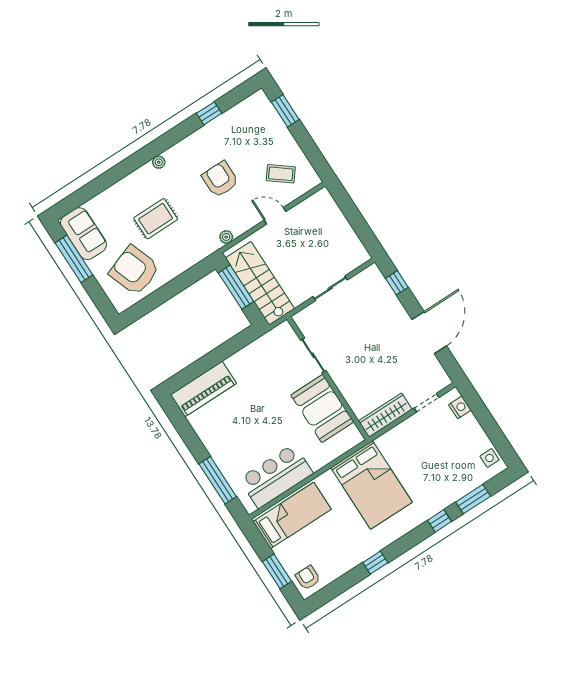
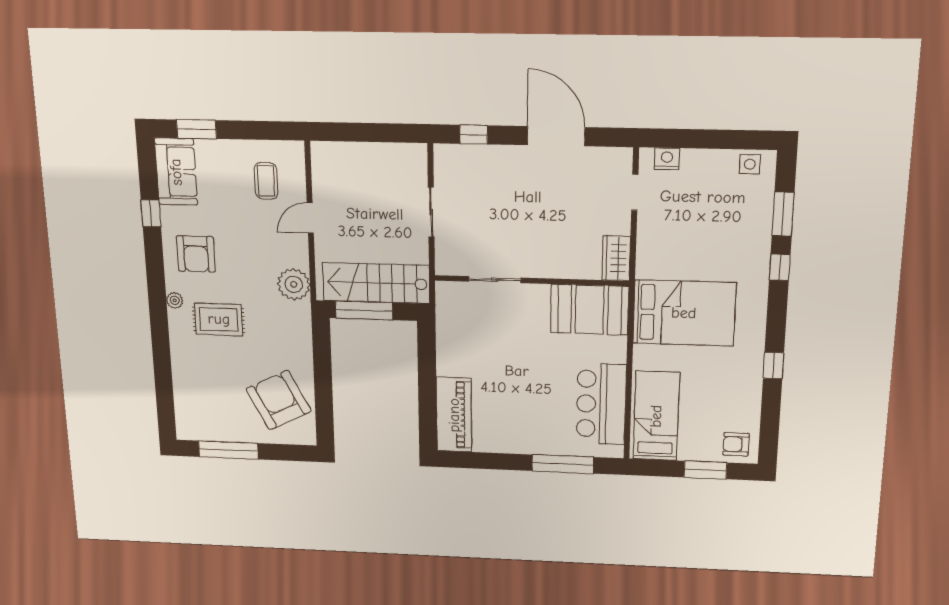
coffee table: (281, 174) -> (266, 181), turned -38
armchair: (220, 179) -> (196, 254), moved, turned -90
rug: (156, 219) -> (219, 319), moved, turned 90
sofa: (83, 234) -> (176, 172), moved, turned 90
plant: (226, 237) -> (294, 284), width x1.88, depth x1.88
armchair: (134, 270) -> (279, 400), turned 83
booth: (322, 408) -> (590, 310), moved
wardrobe: (385, 415) -> (616, 258), width x0.67

